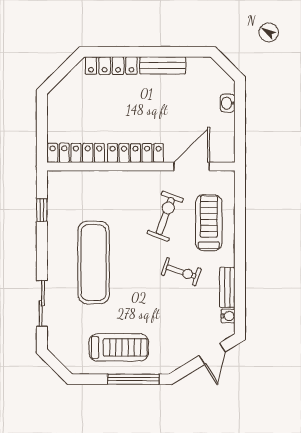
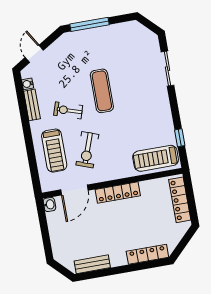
bench: (163, 65) -> (92, 264), moved
washbasin: (228, 103) -> (49, 204), moved
locker: (76, 153) -> (180, 200), moved, turned 90
exercise mat: (94, 263) -> (102, 91), moved, width x0.73, depth x0.69
treadmill: (119, 347) -> (156, 158), moved

